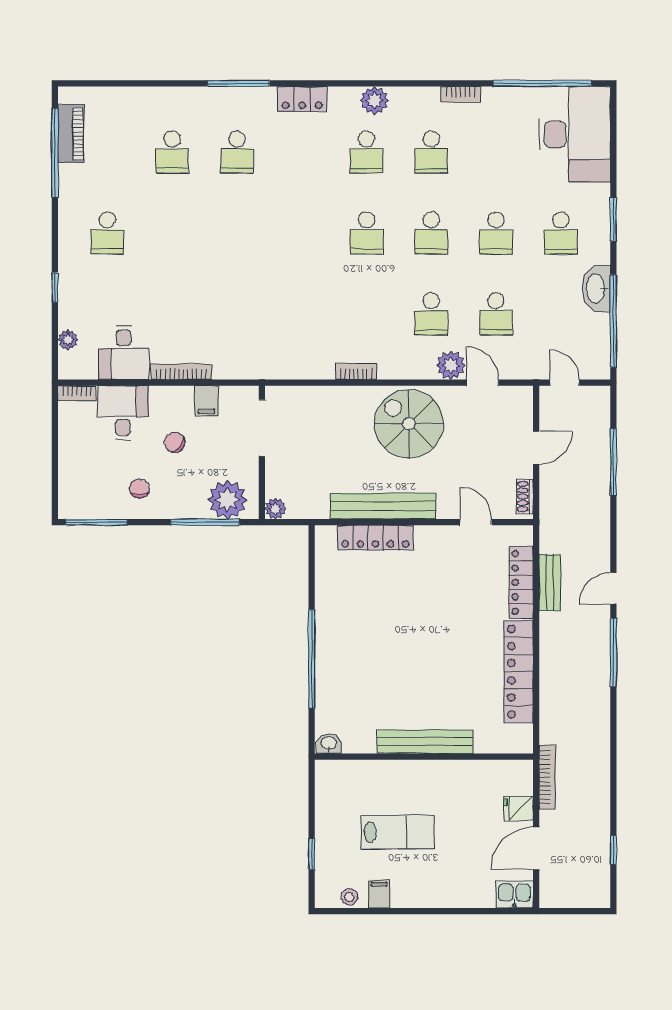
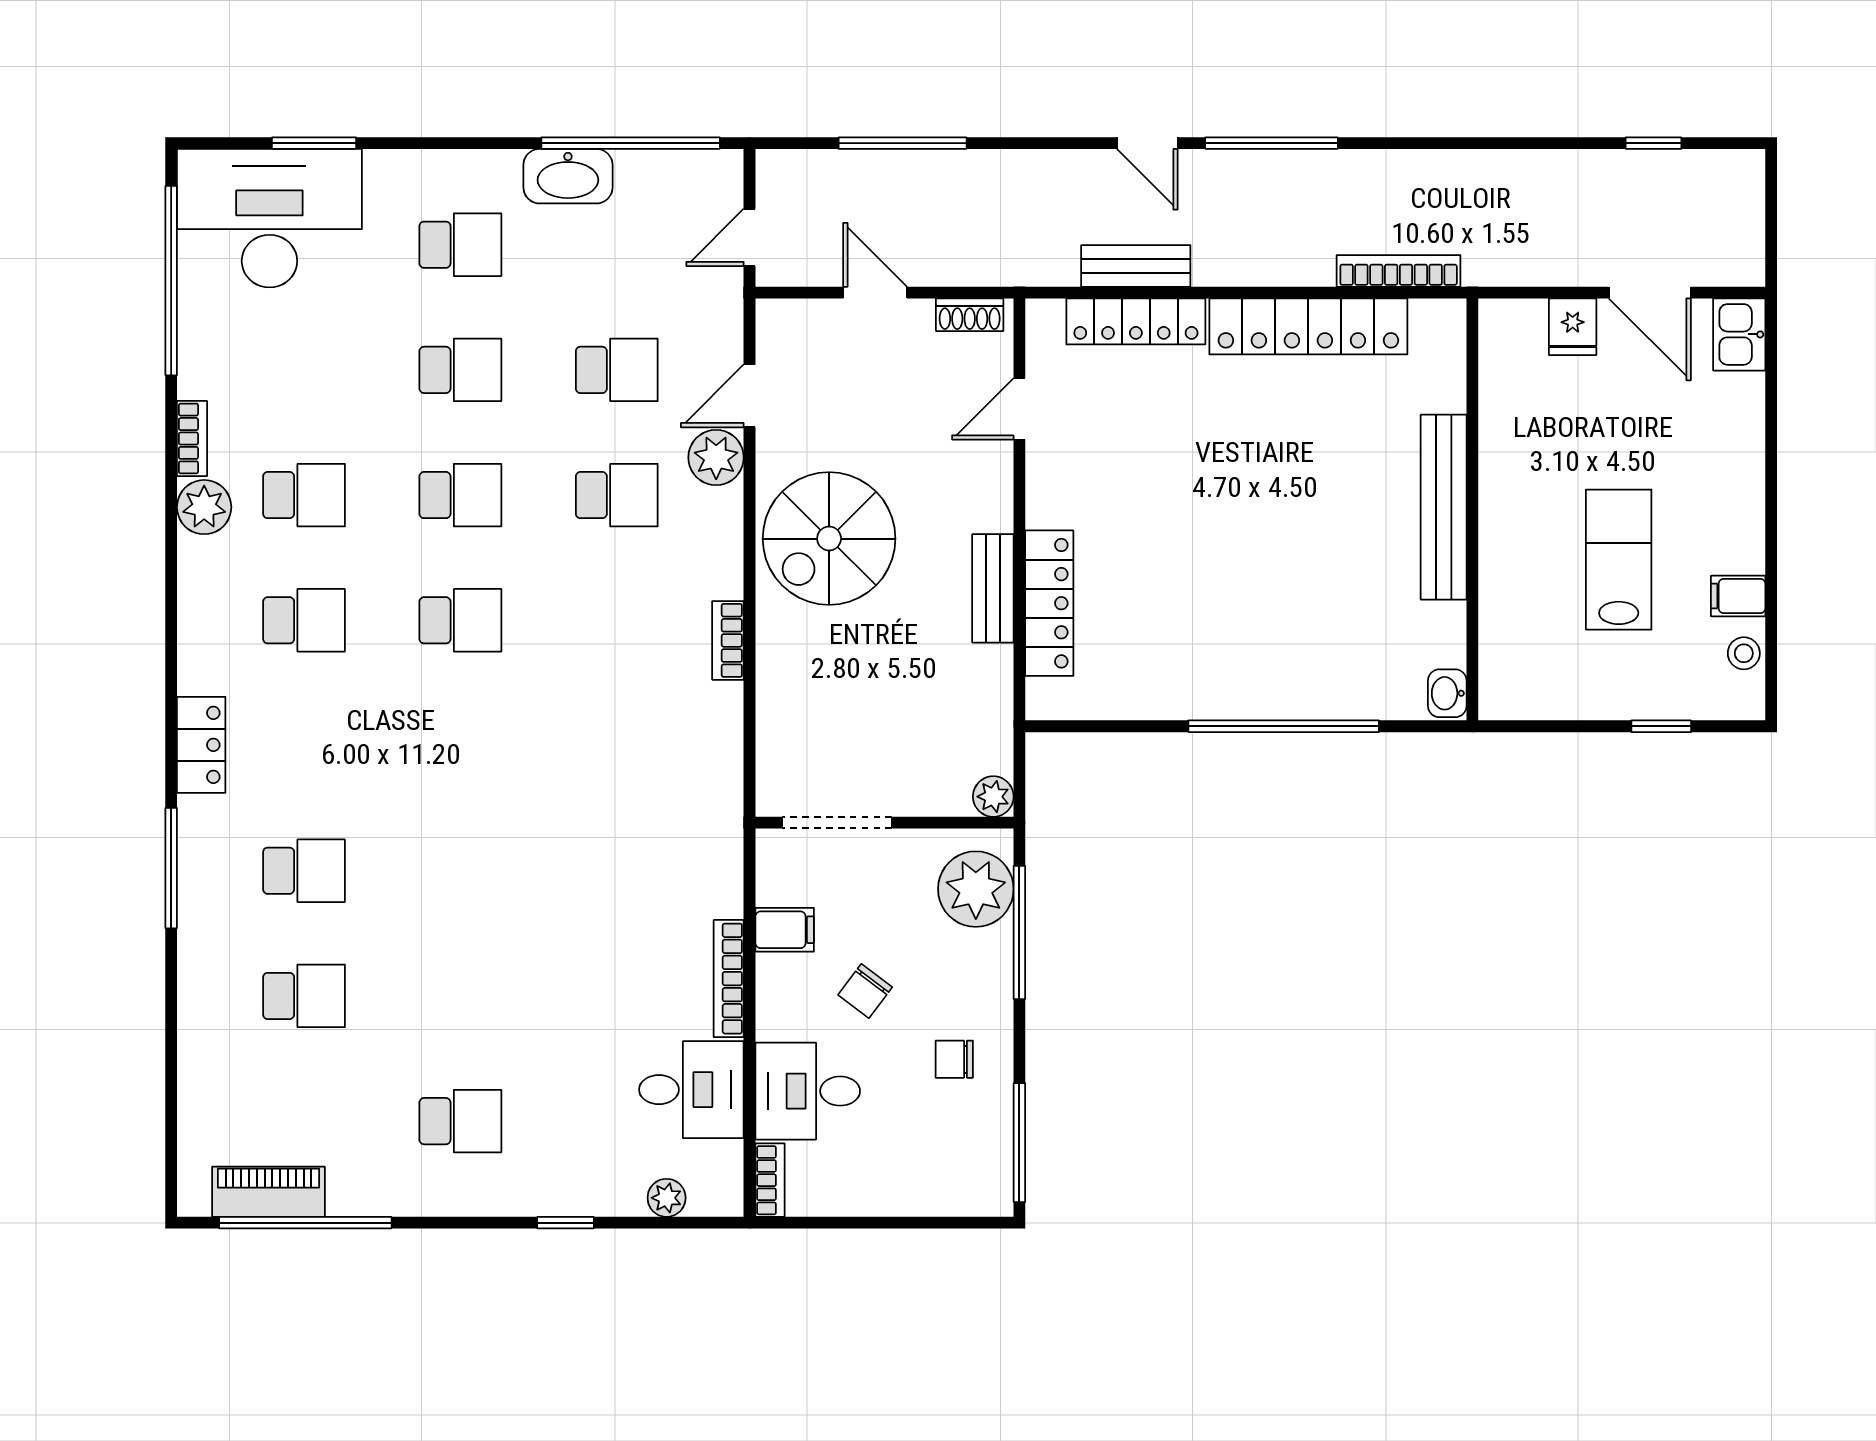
plant: (374, 100) -> (204, 507), moved
window: (613, 219) -> (314, 143), moved
bench: (383, 506) -> (993, 588), width x0.54, depth x0.82
bookcase: (547, 777) -> (1399, 271), moved

